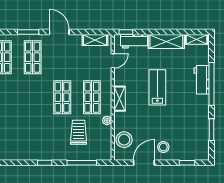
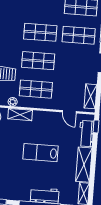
lab bench: (157, 87) -> (41, 153), turned 180
shop shelf: (33, 97) -> (40, 32), added
shelving: (120, 99) -> (20, 115), moved

